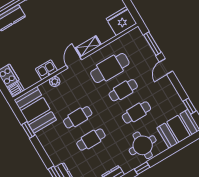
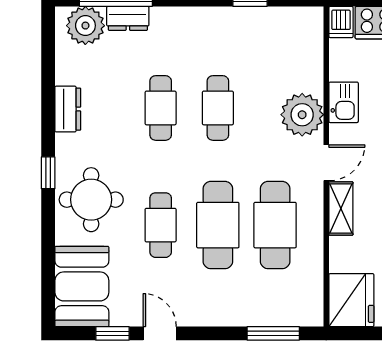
door: (74, 63) -> (326, 163), hinge flipped
door: (166, 66) -> (160, 333), moved
plant: (55, 81) -> (302, 115), width x1.87, depth x1.87
cafe table: (123, 90) -> (218, 225), width x1.37, depth x1.35
booth: (35, 110) -> (280, 36), removed

